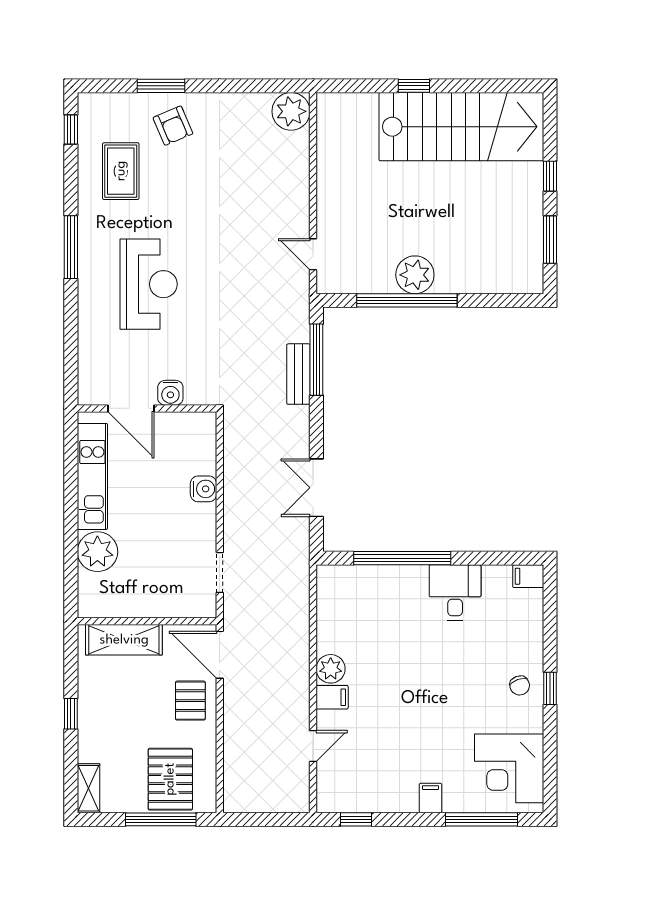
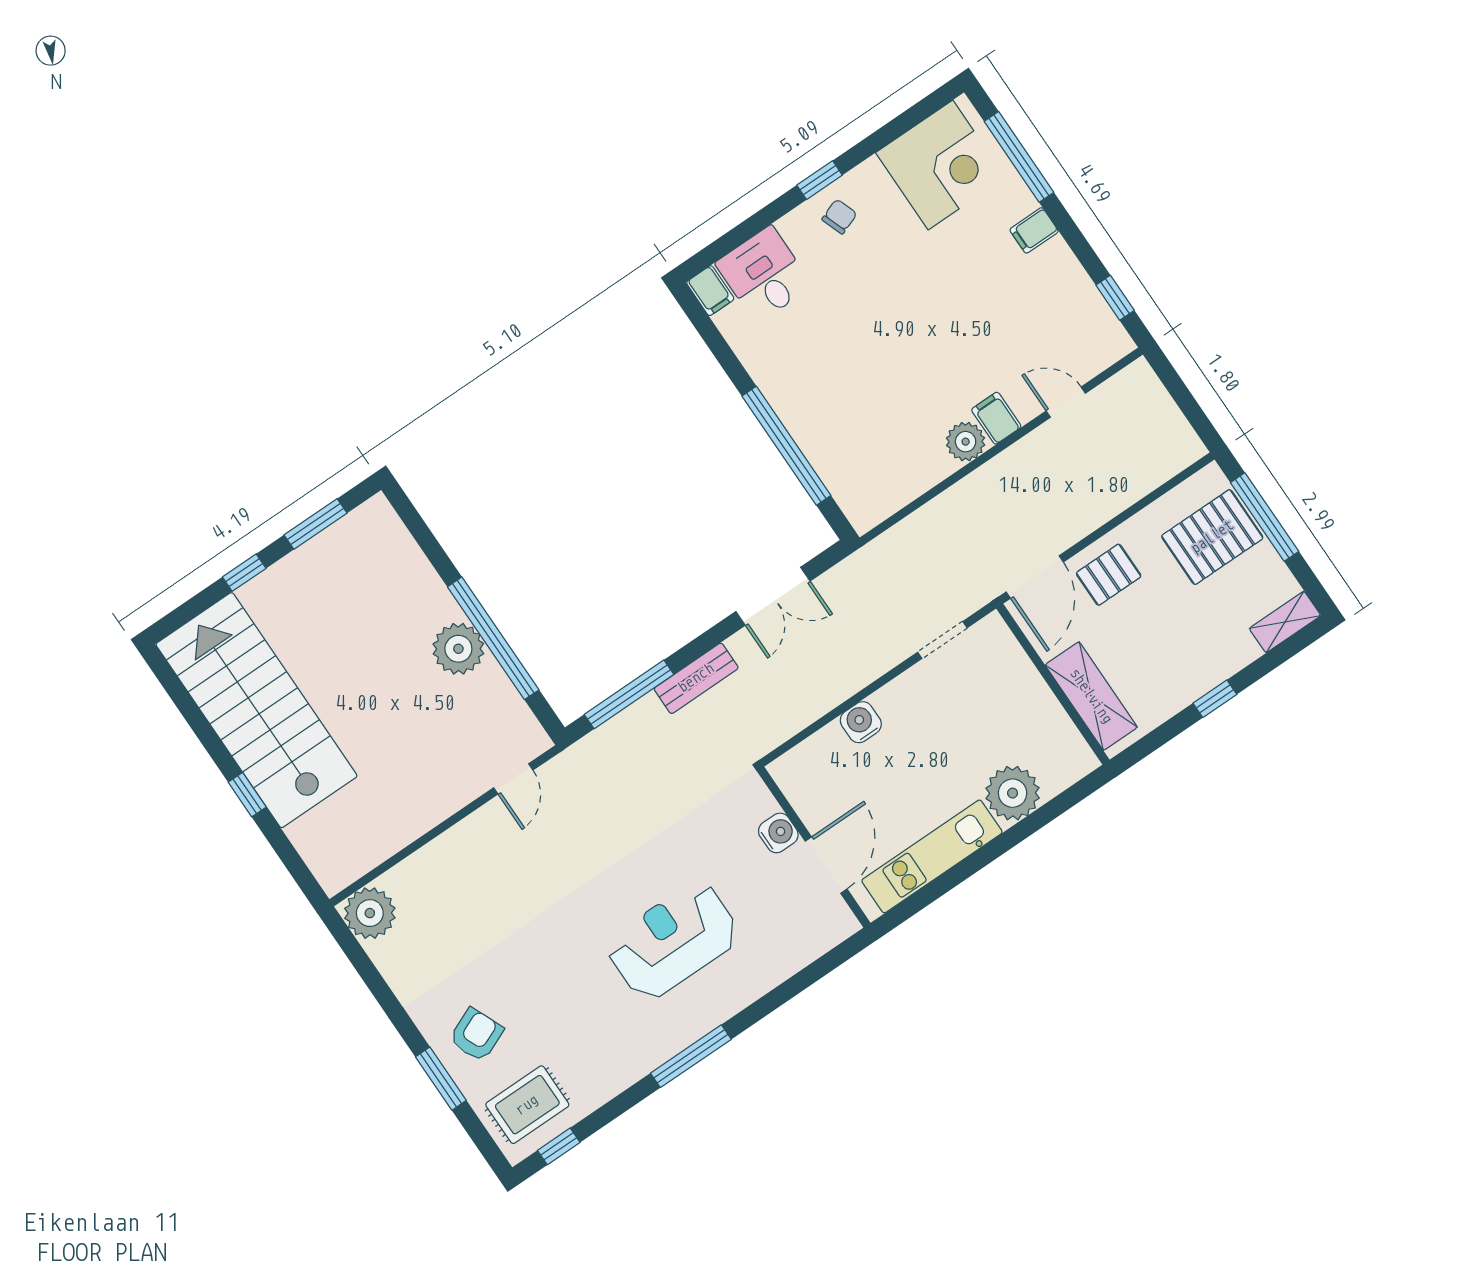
rug: (121, 171) -> (527, 1105), moved
bench: (298, 374) -> (696, 678), moved
desk: (455, 592) -> (764, 274), moved, turned 90

